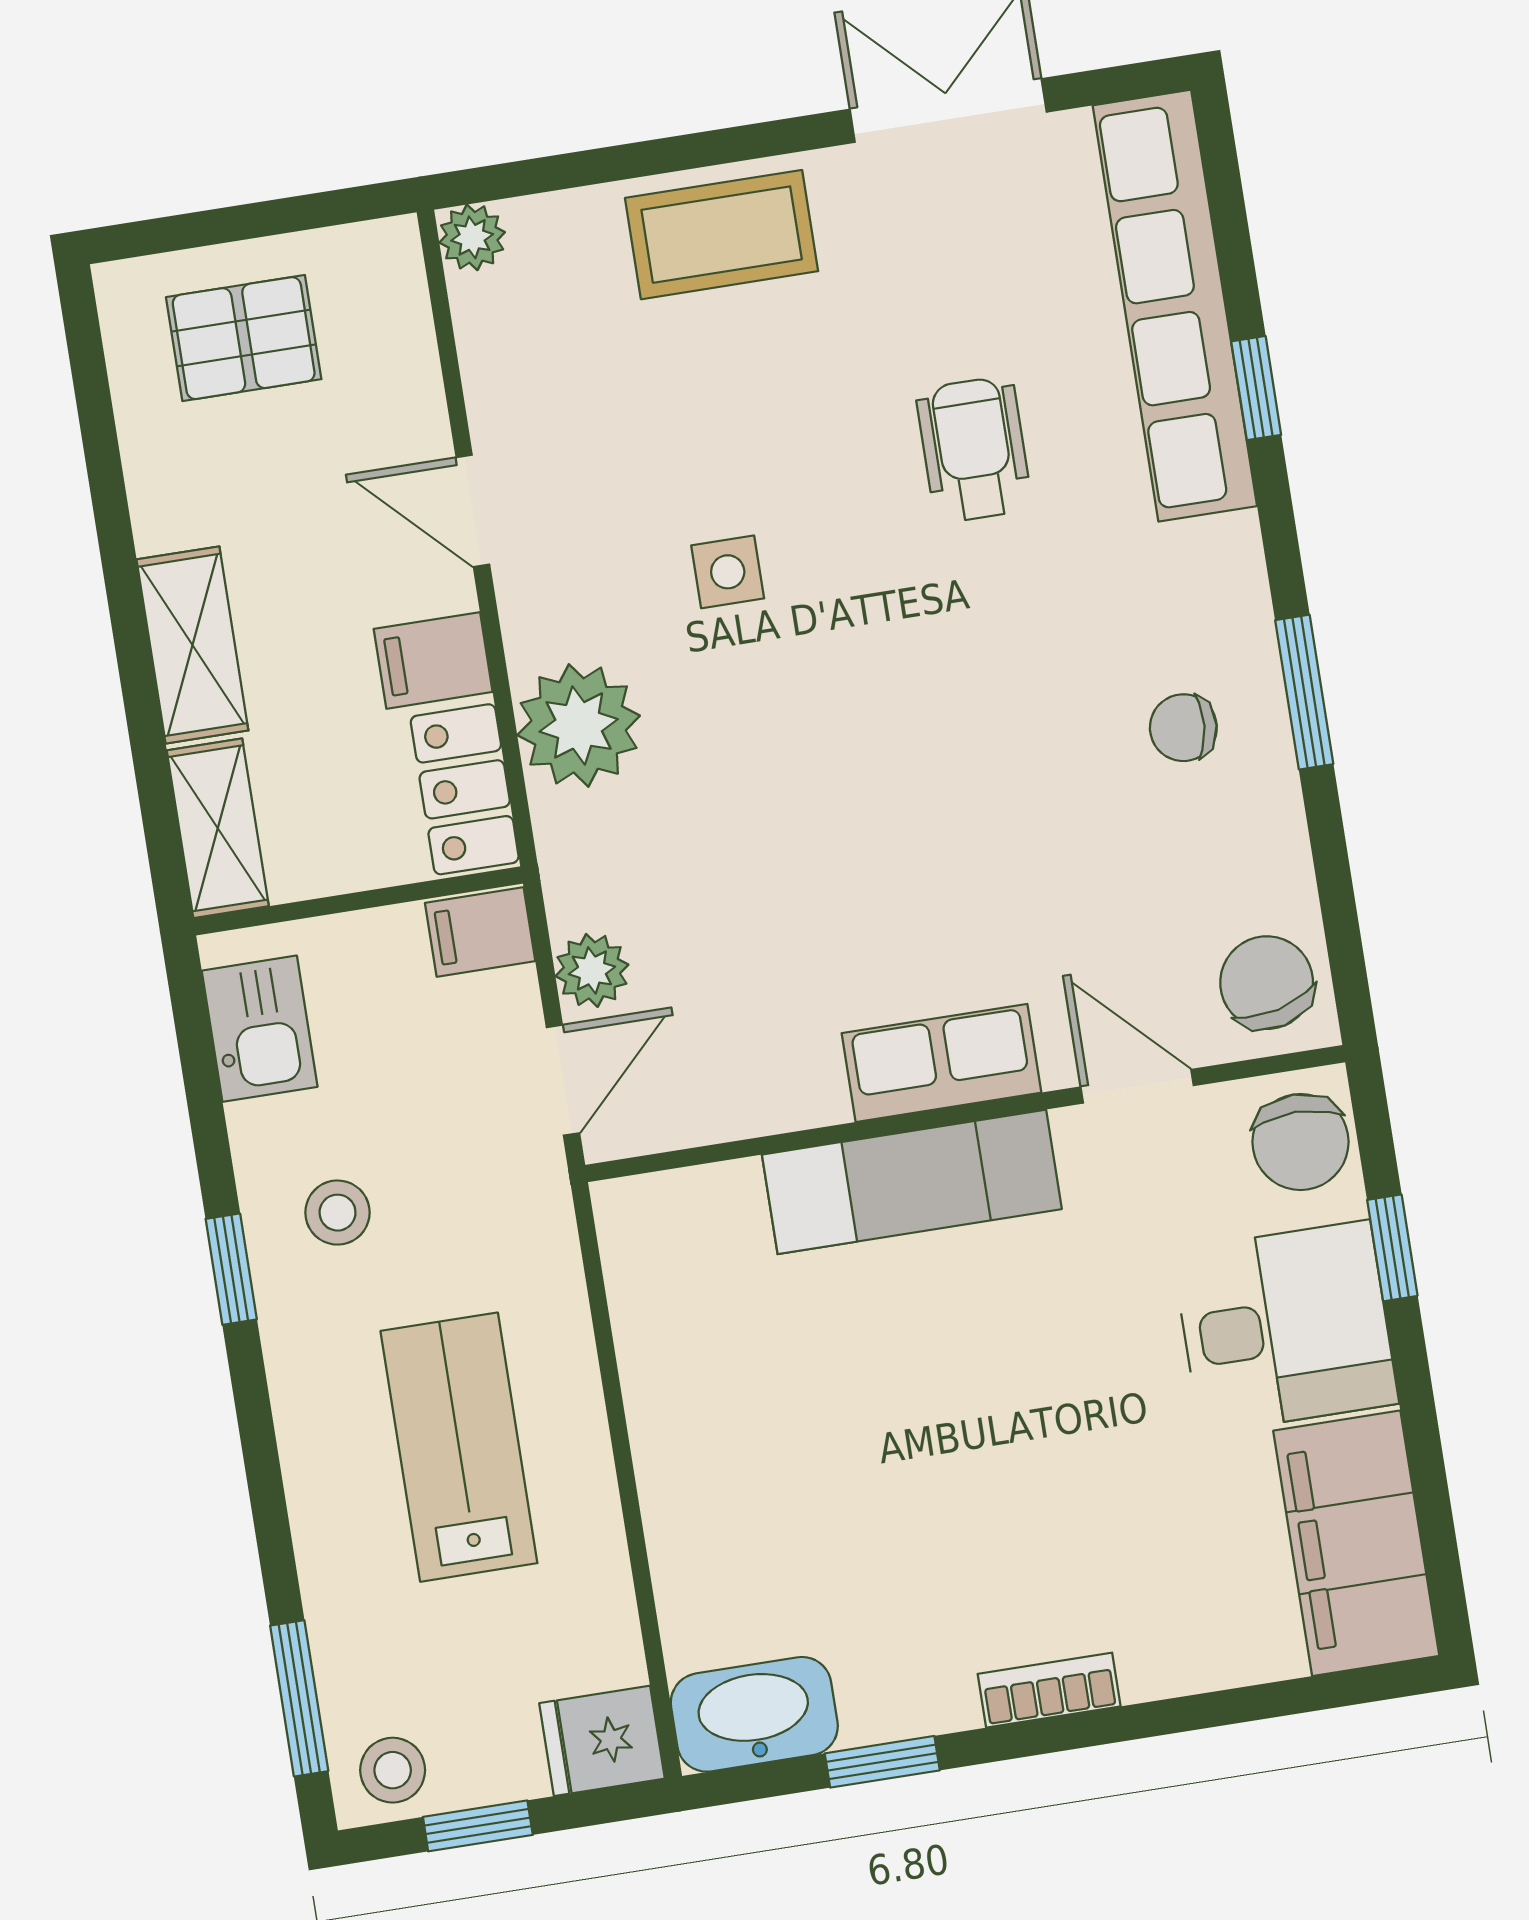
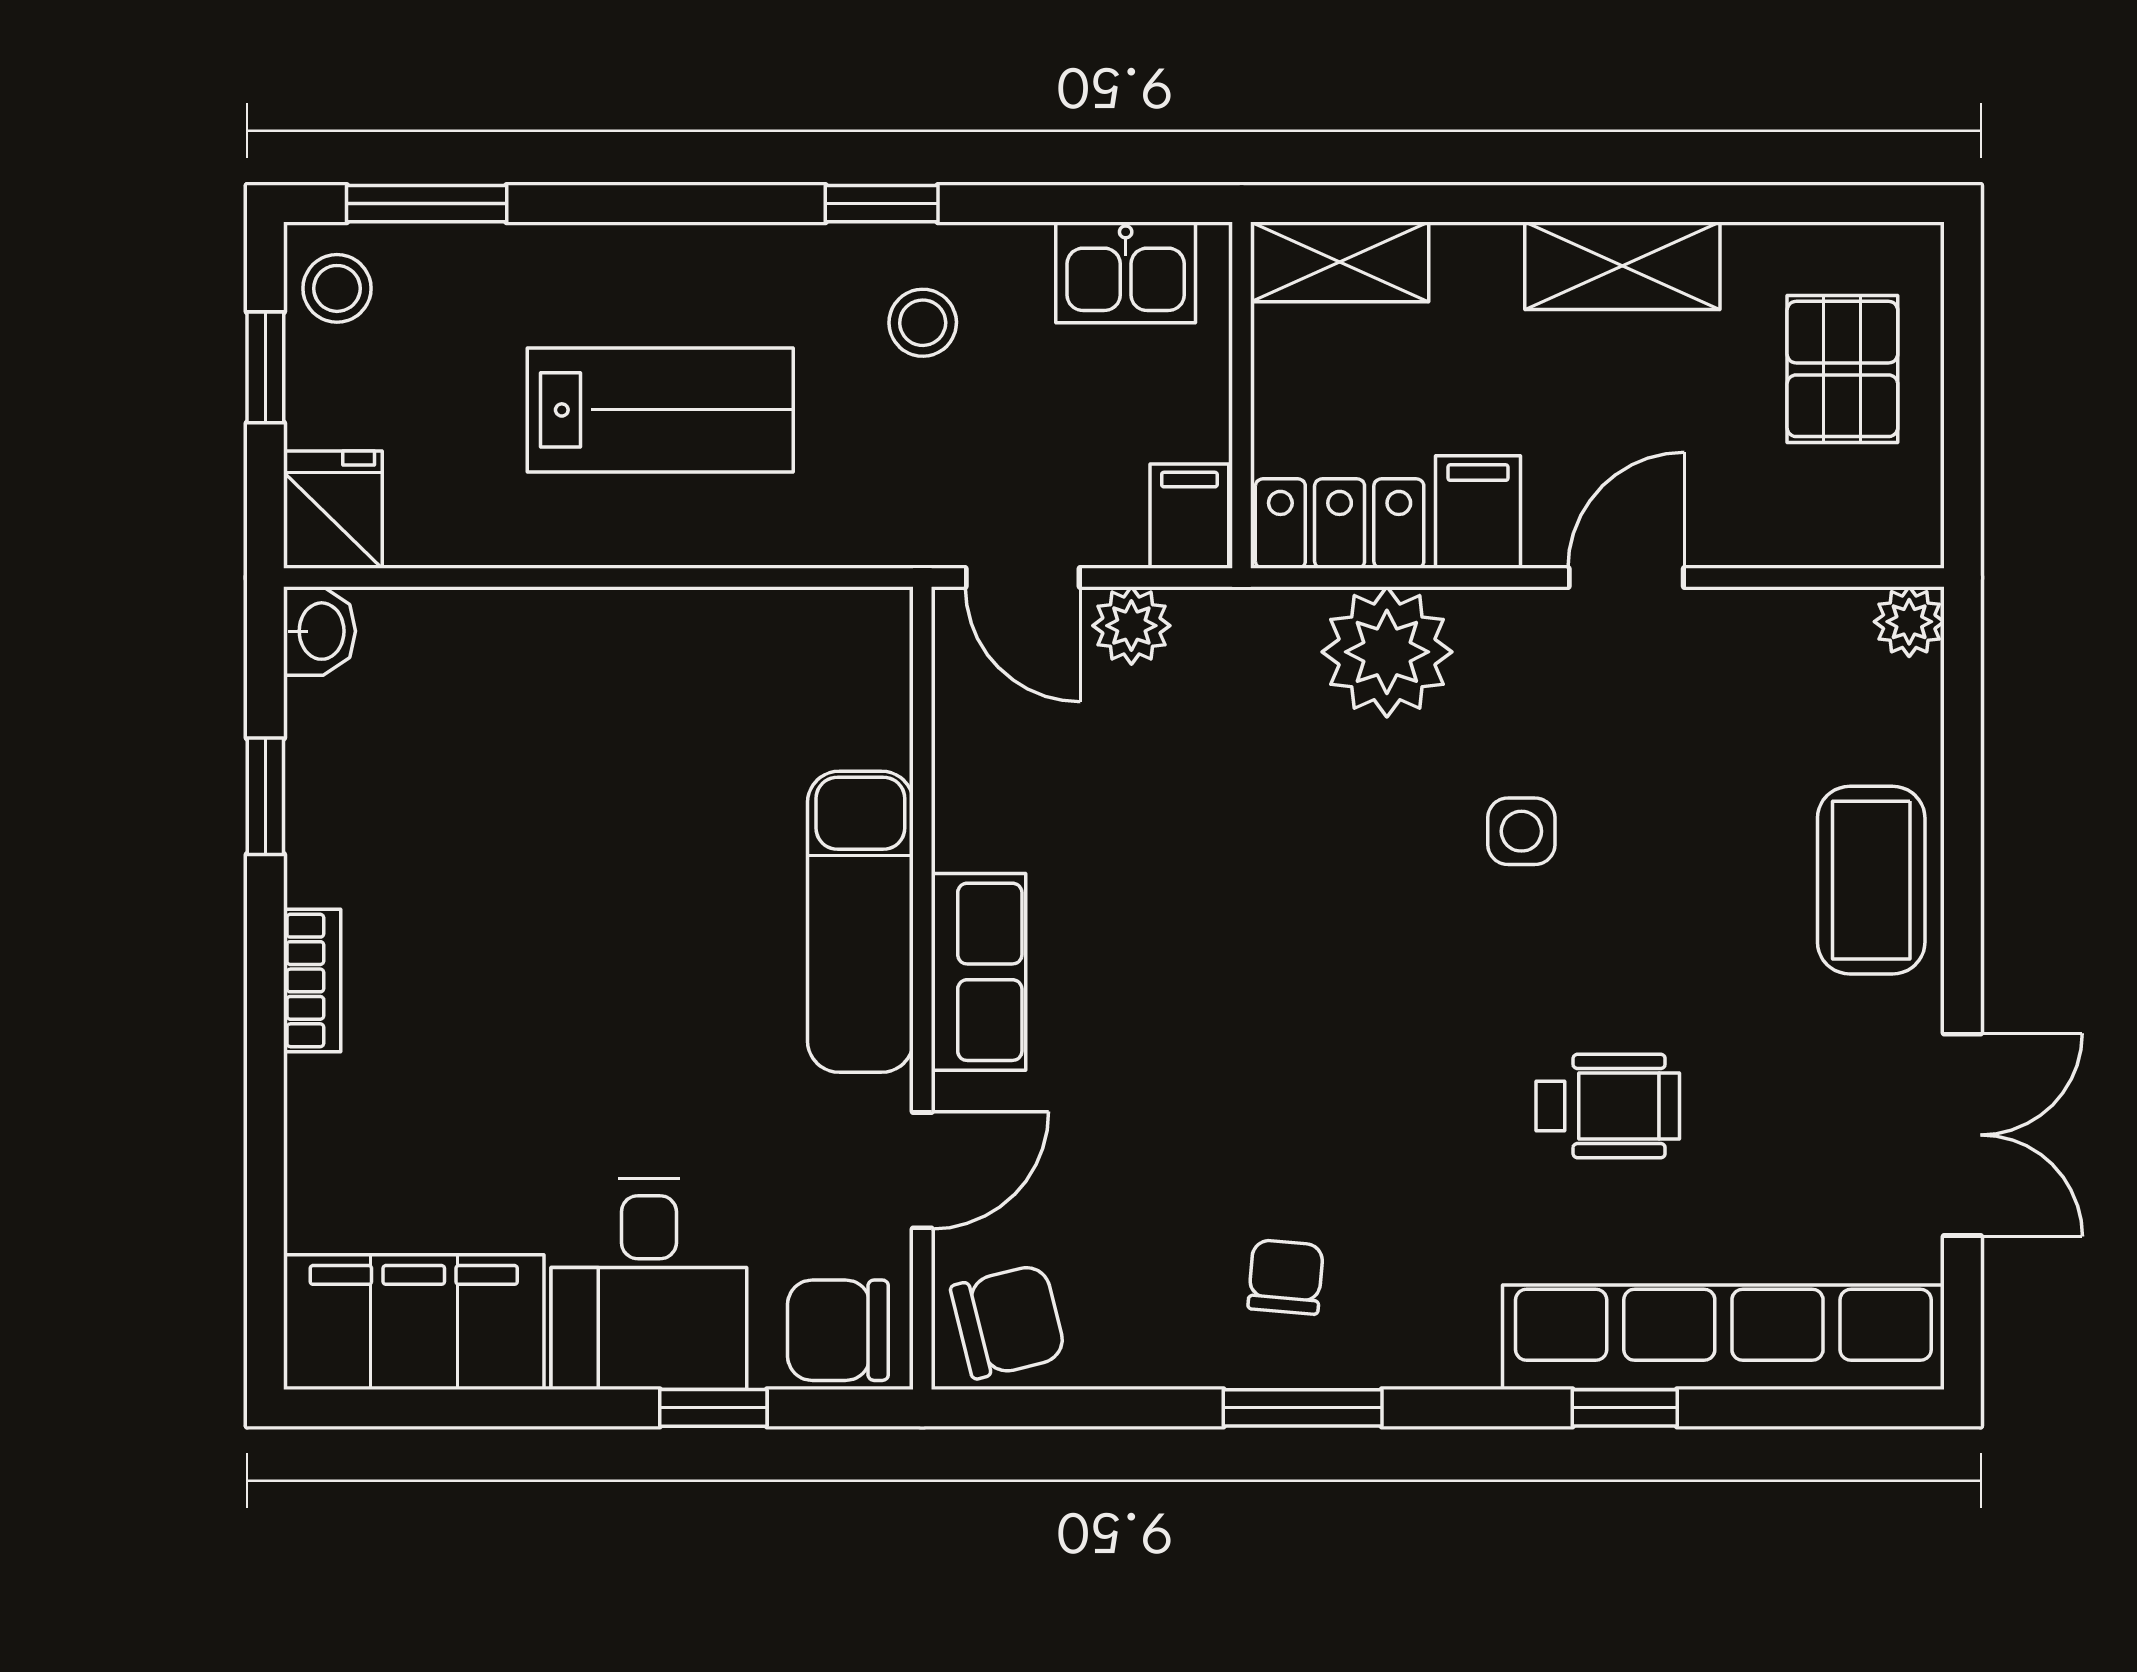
shelving: (192, 645) -> (1622, 266), moved
washbasin: (754, 1714) -> (319, 631), width x0.52, depth x0.69

